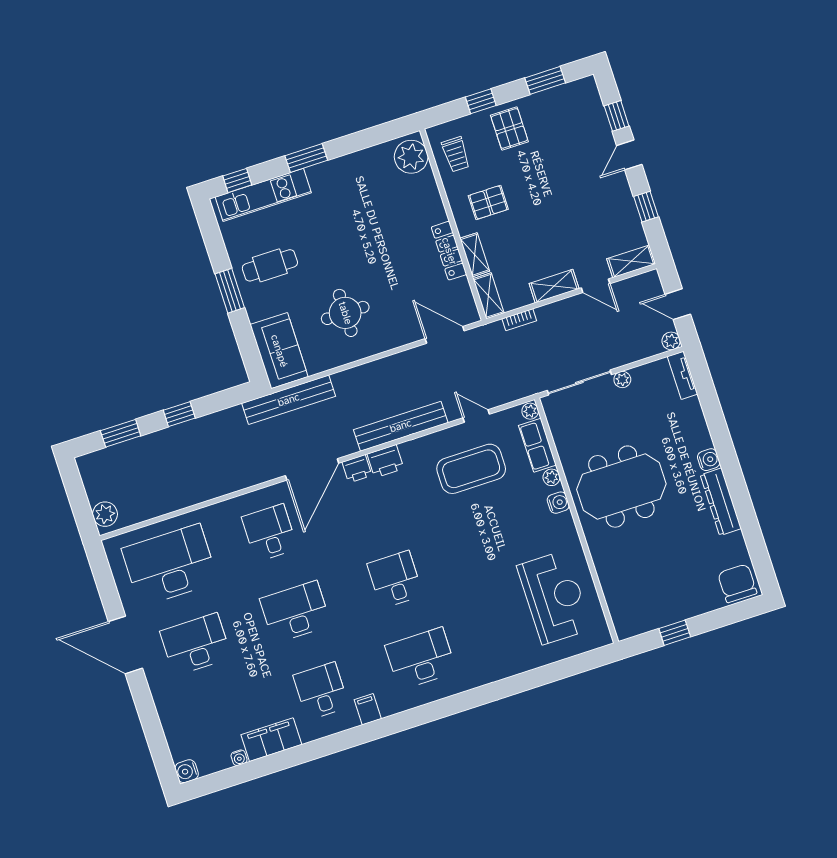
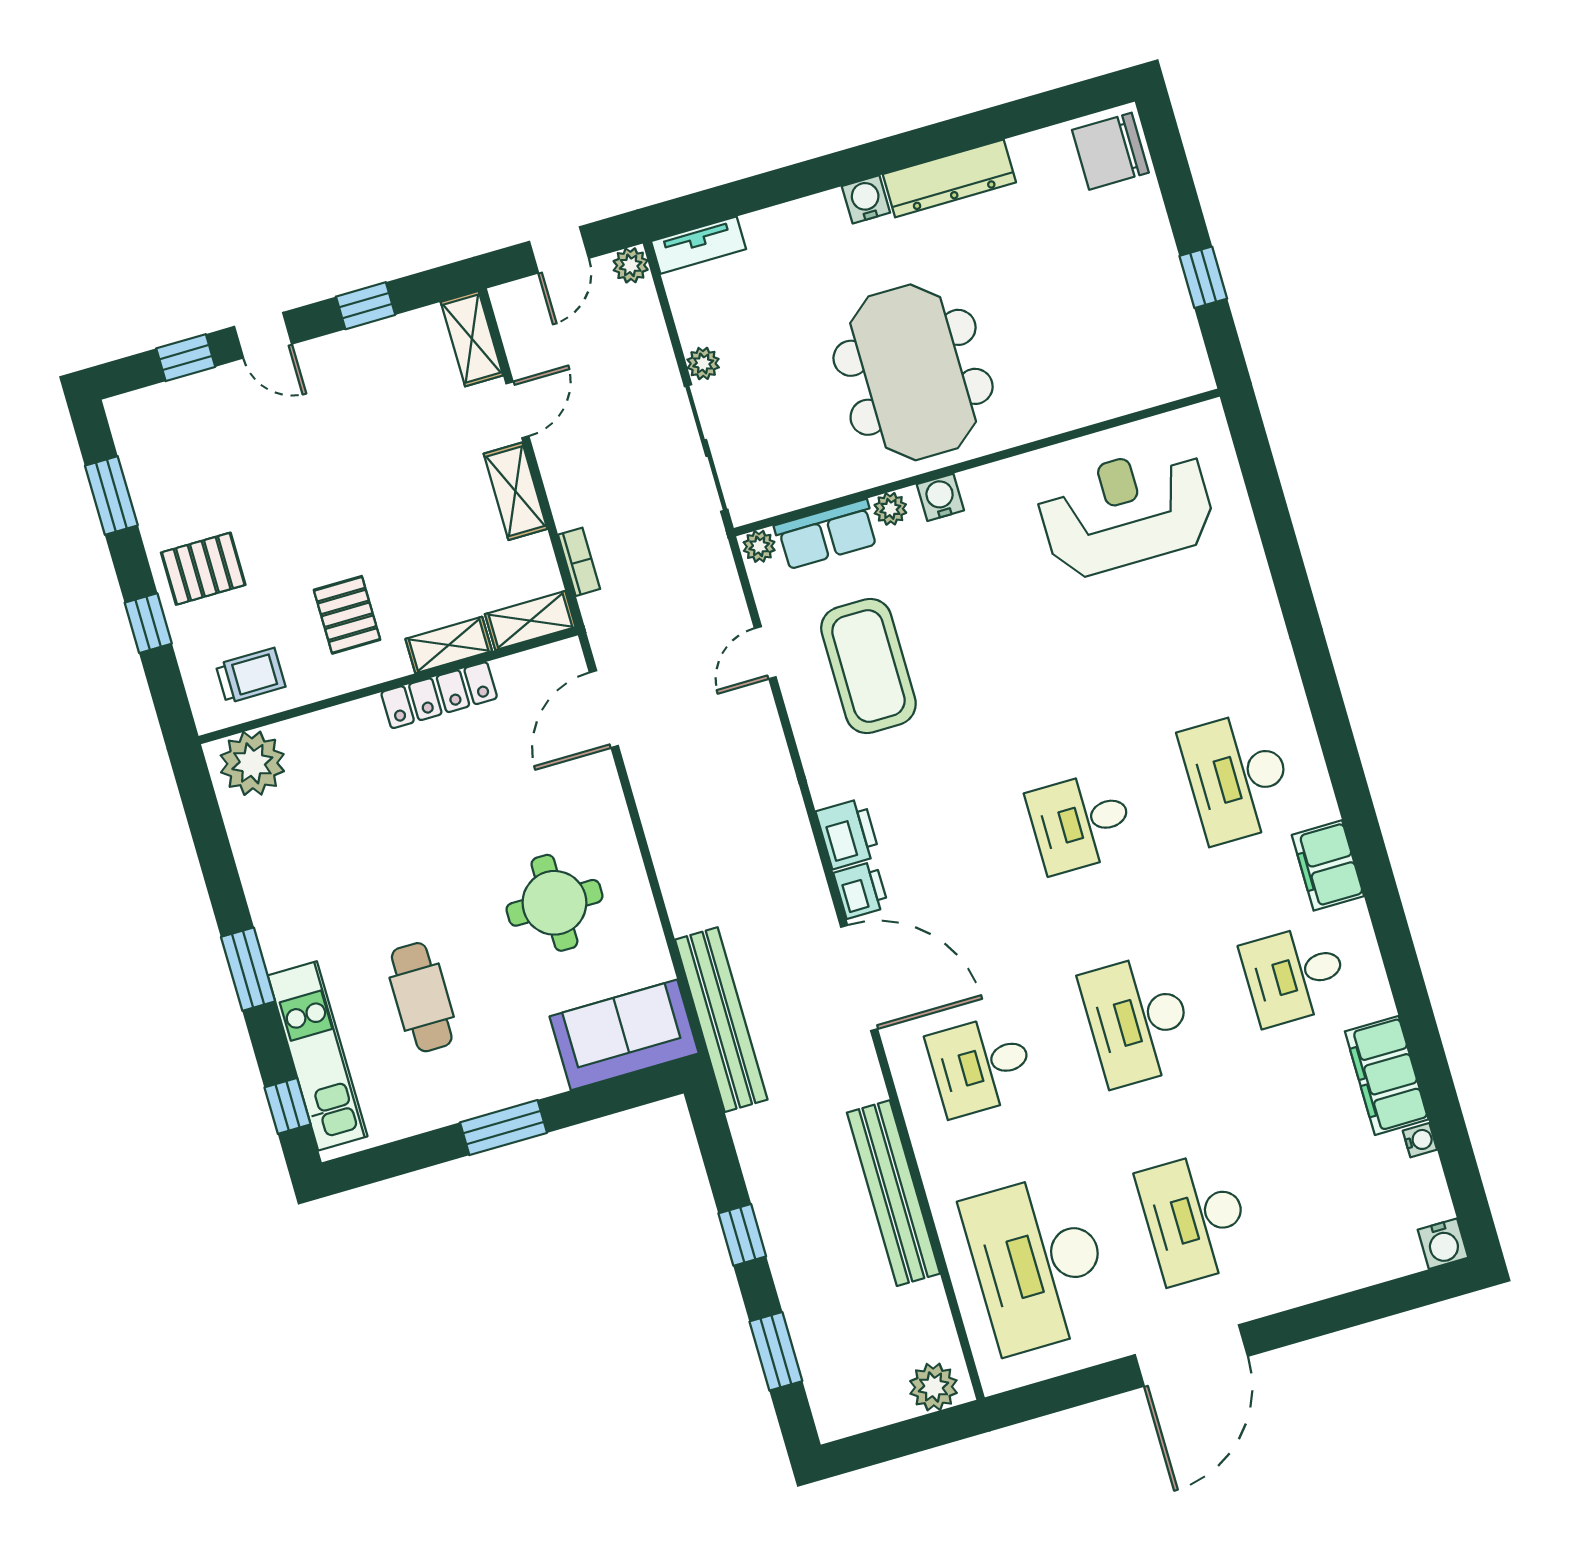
cafe table: (270, 265) -> (422, 997), moved
bench: (401, 426) -> (893, 1193), moved
filing cabinet: (368, 709) -> (1328, 865), width x2.00

